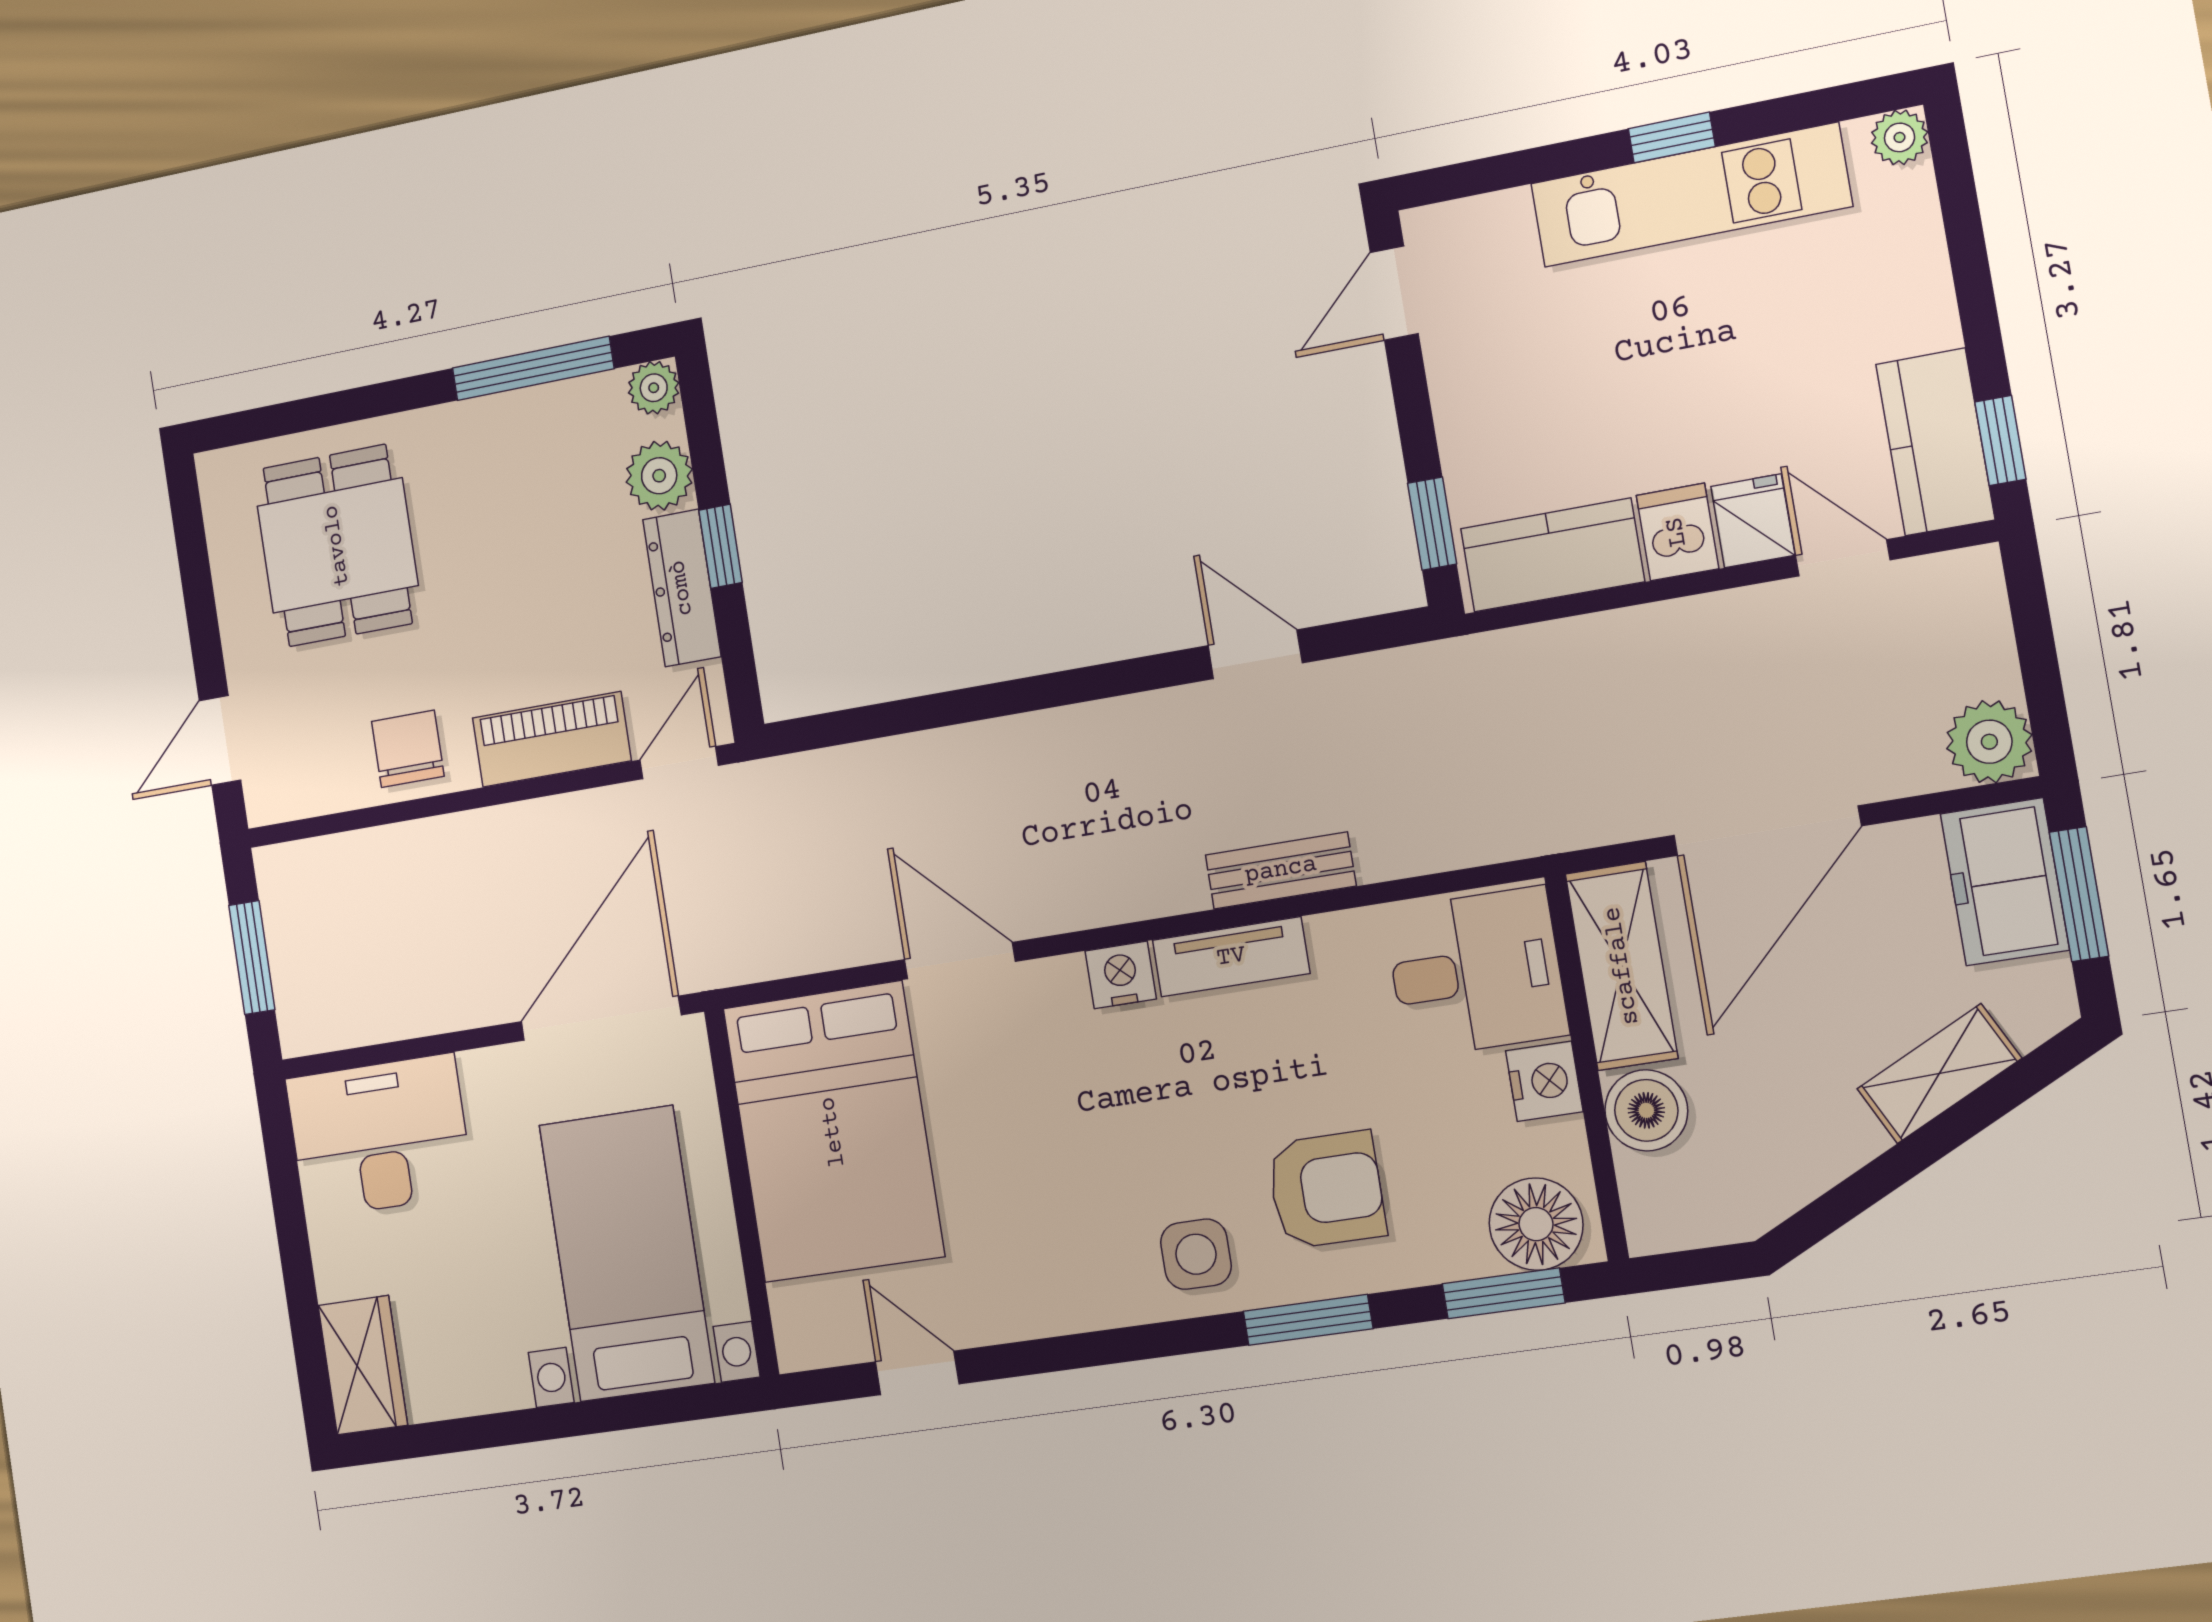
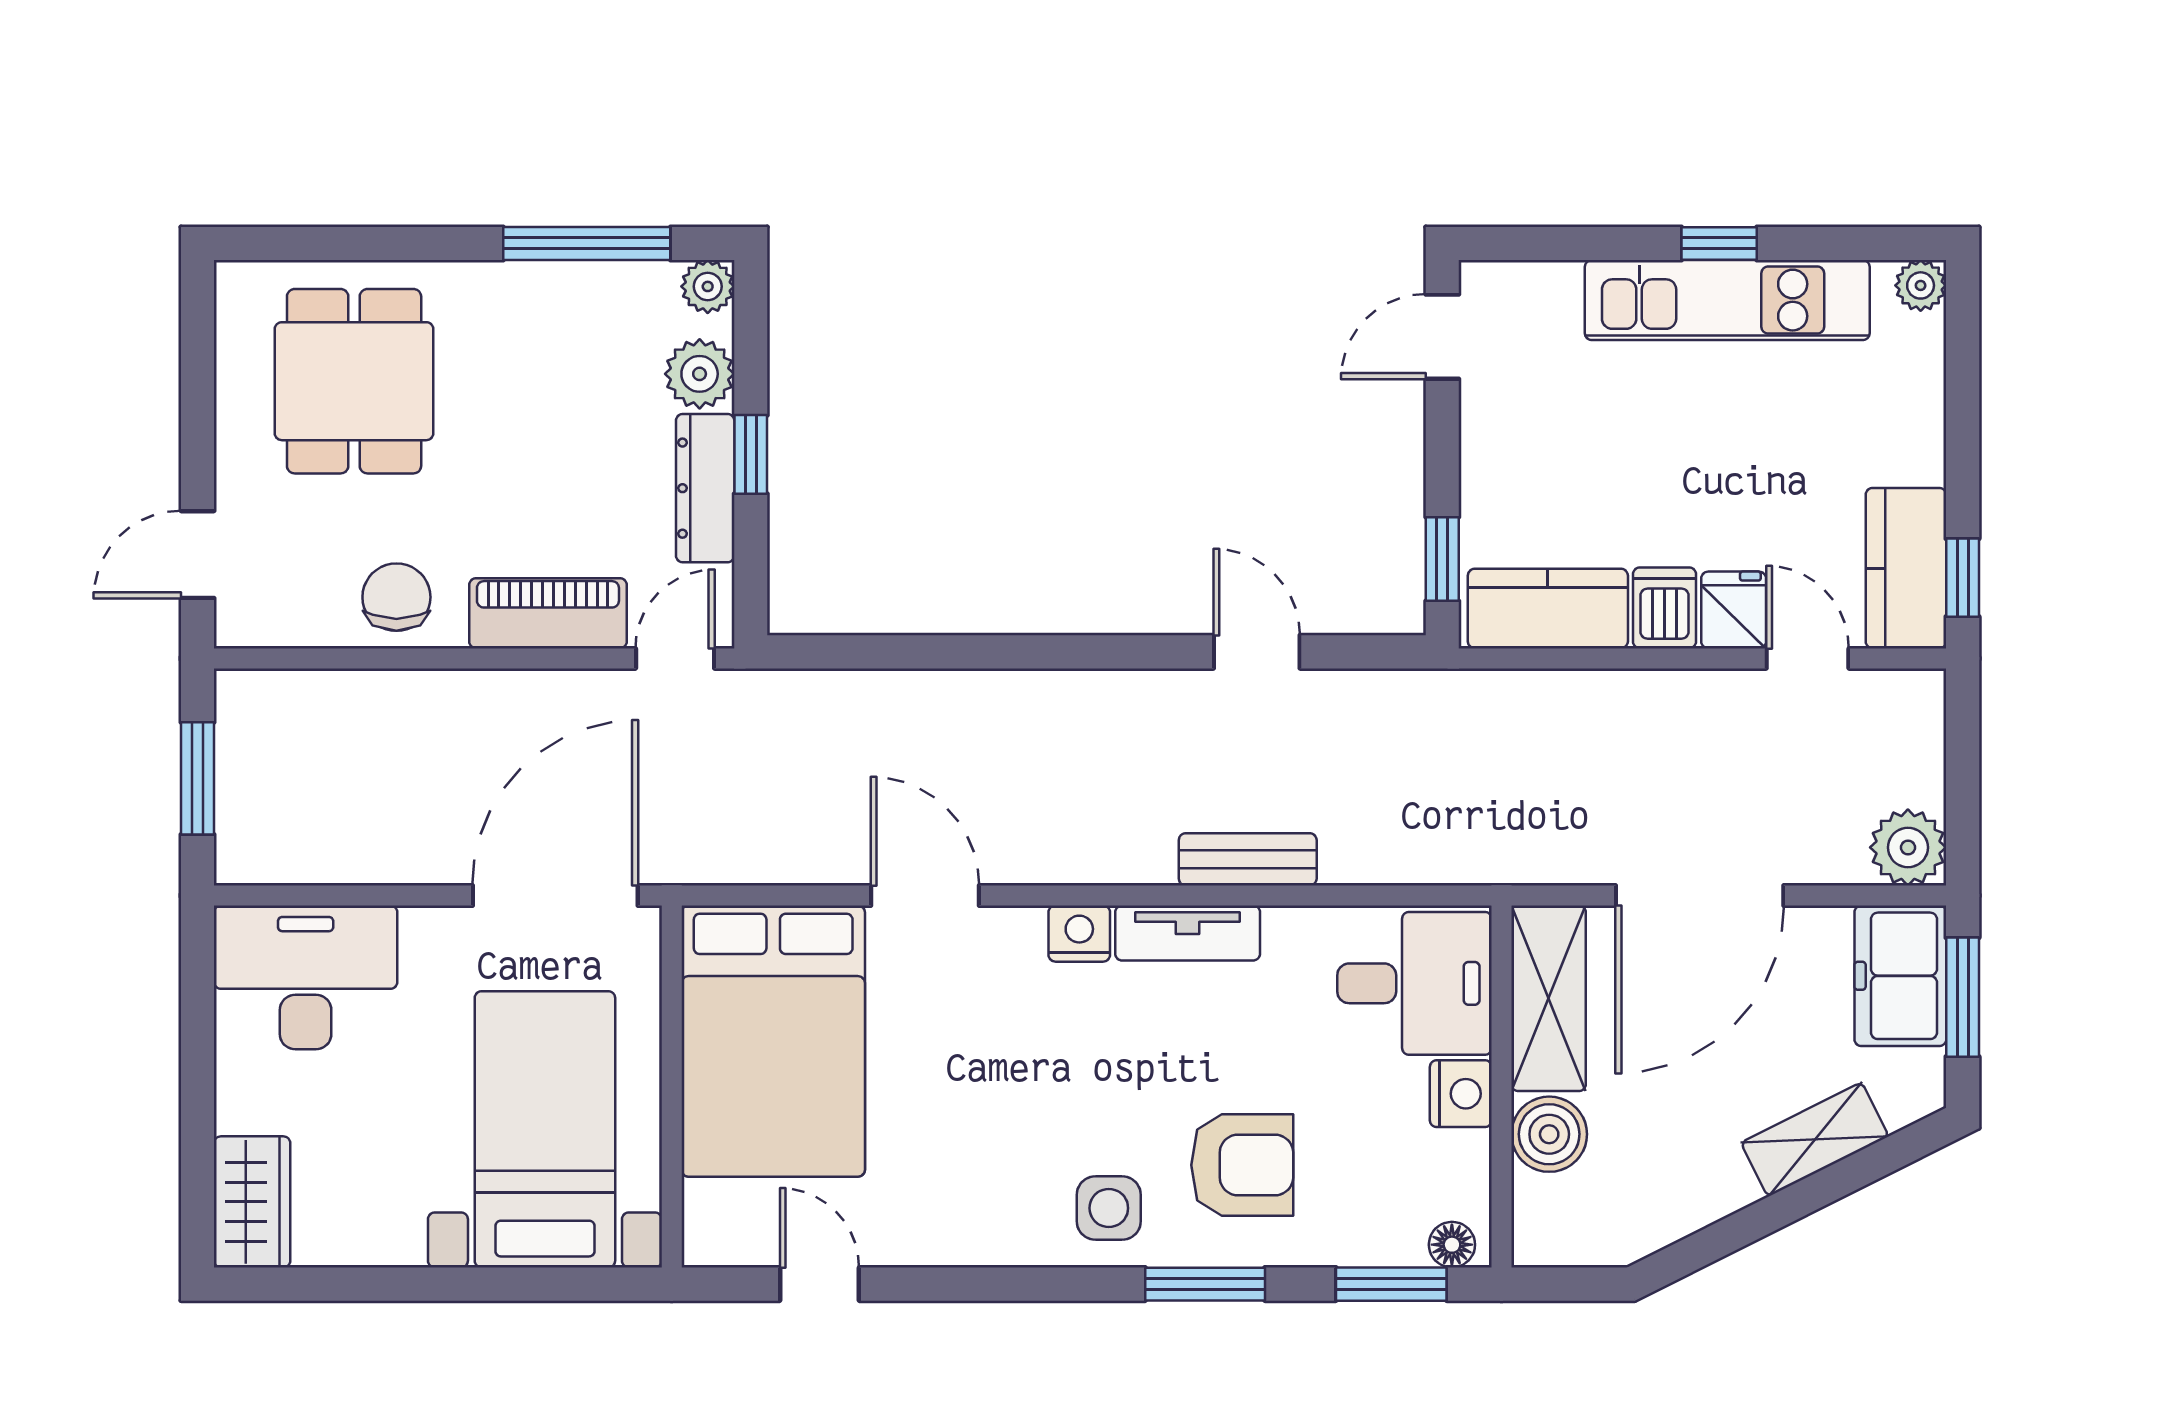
floor lamp: (1536, 1224) -> (1452, 1245), width x0.53, depth x0.53

